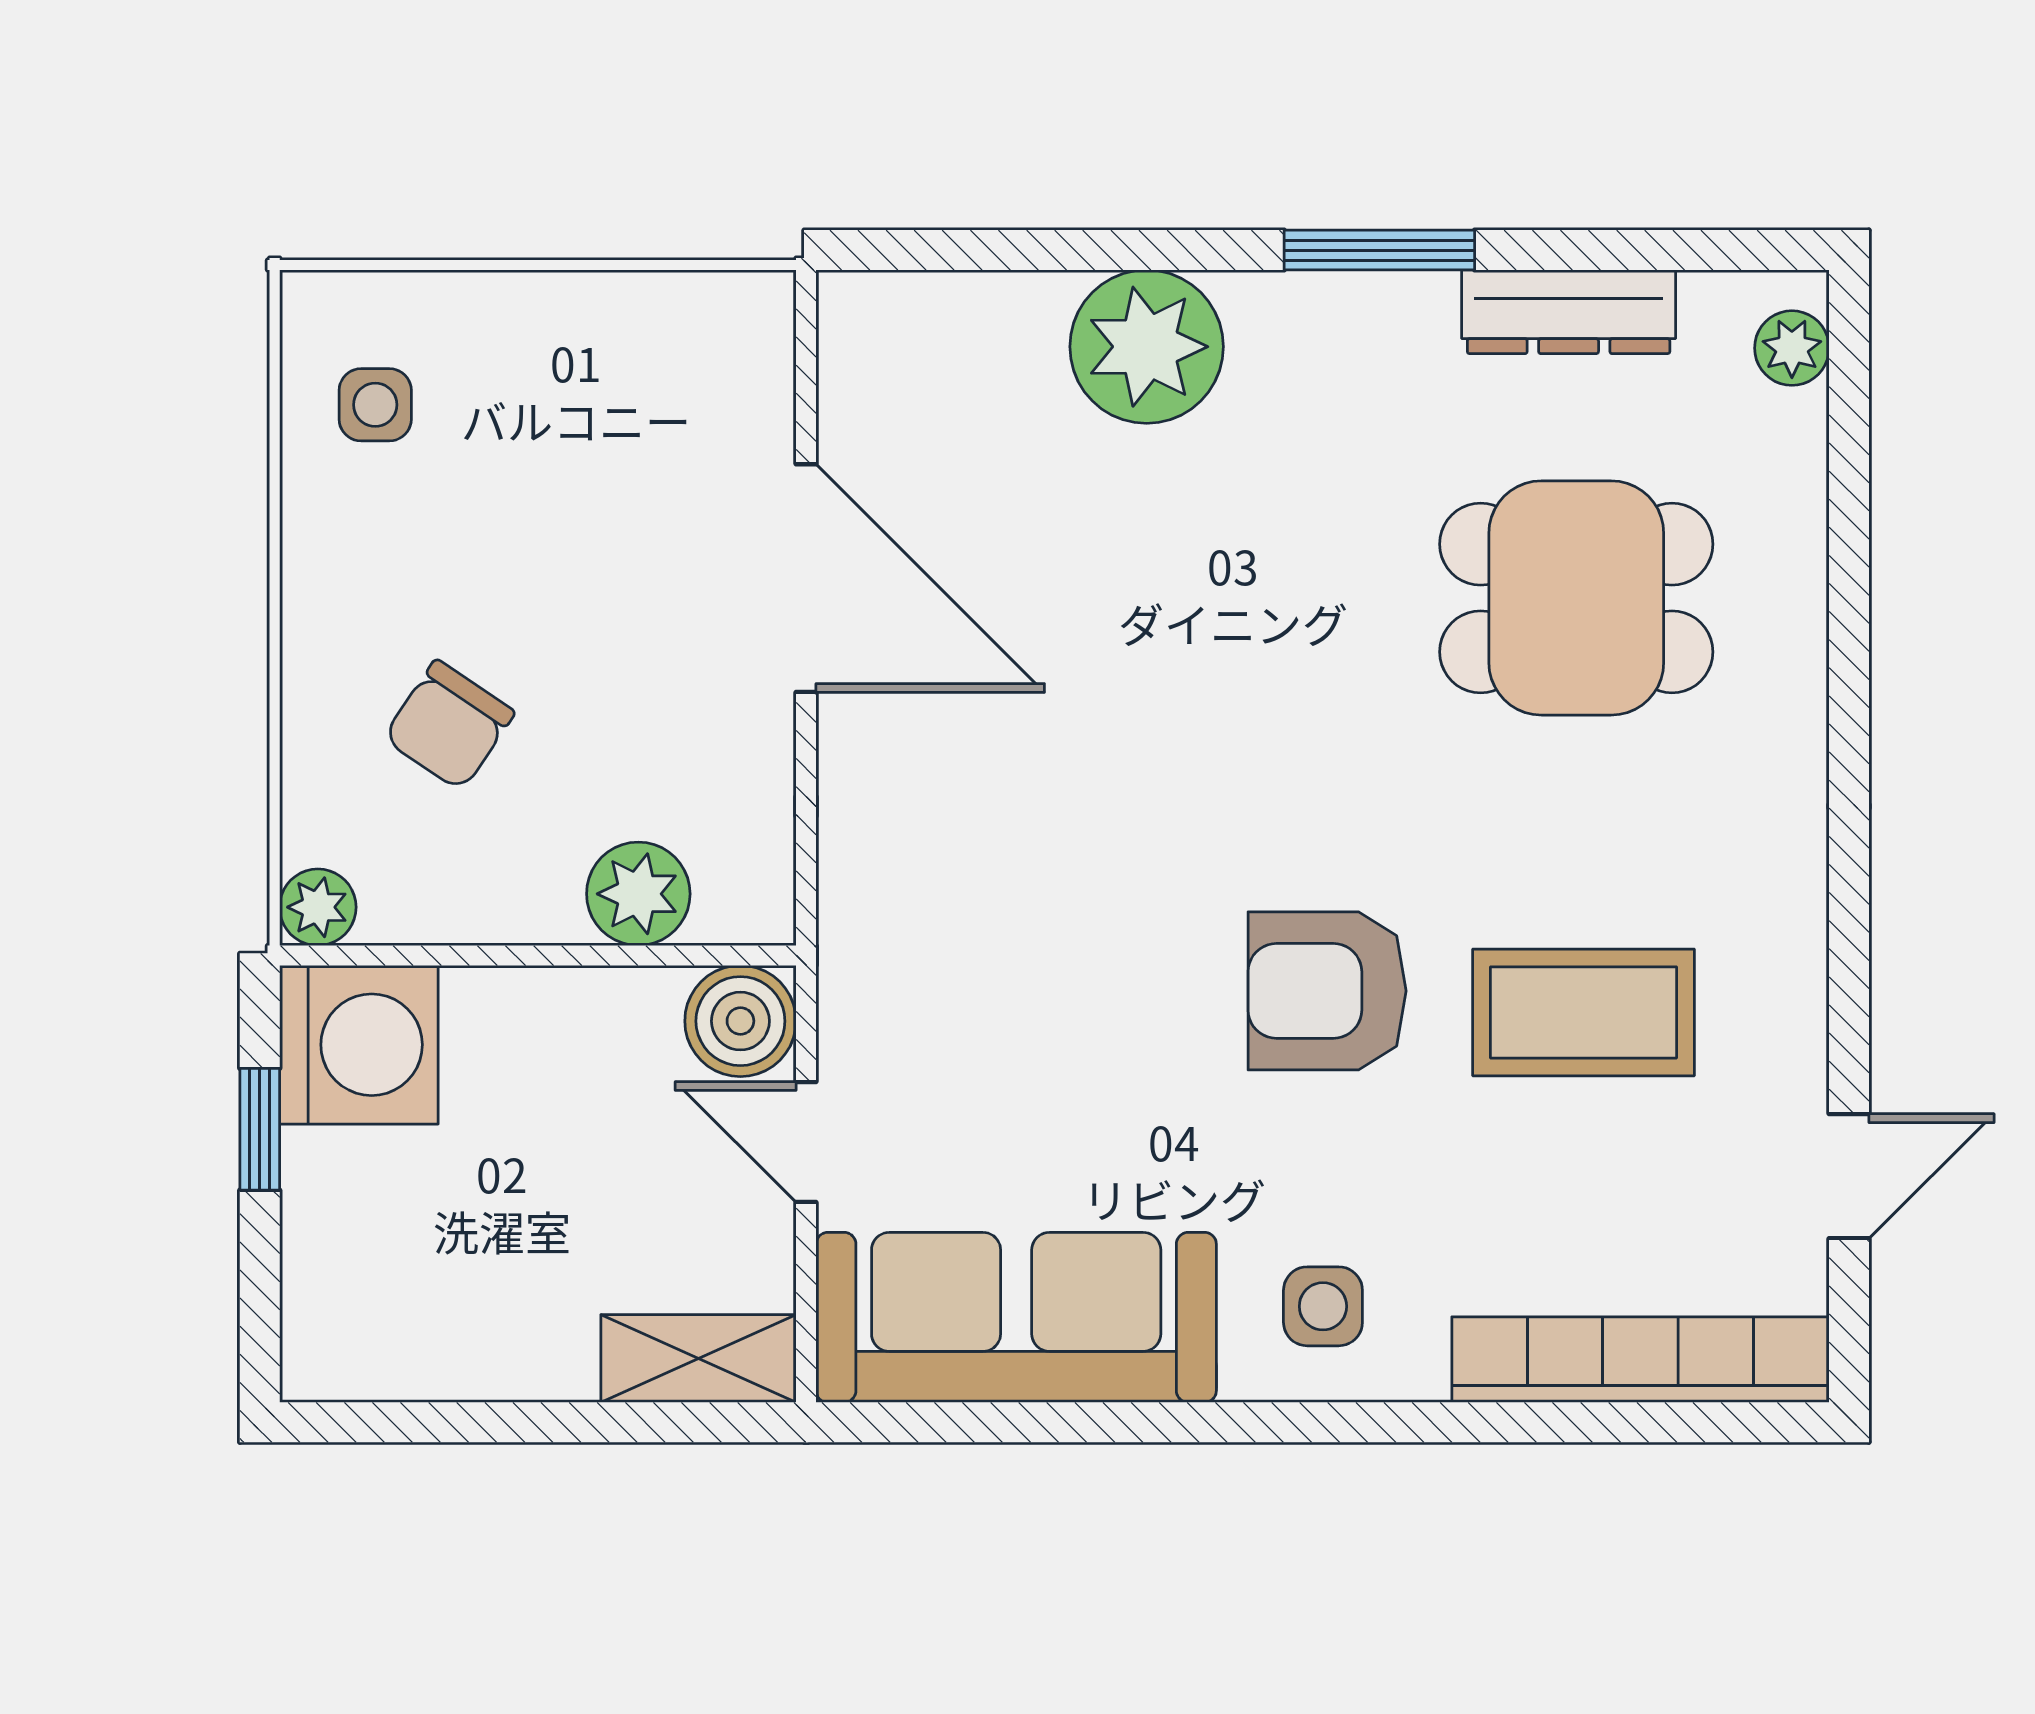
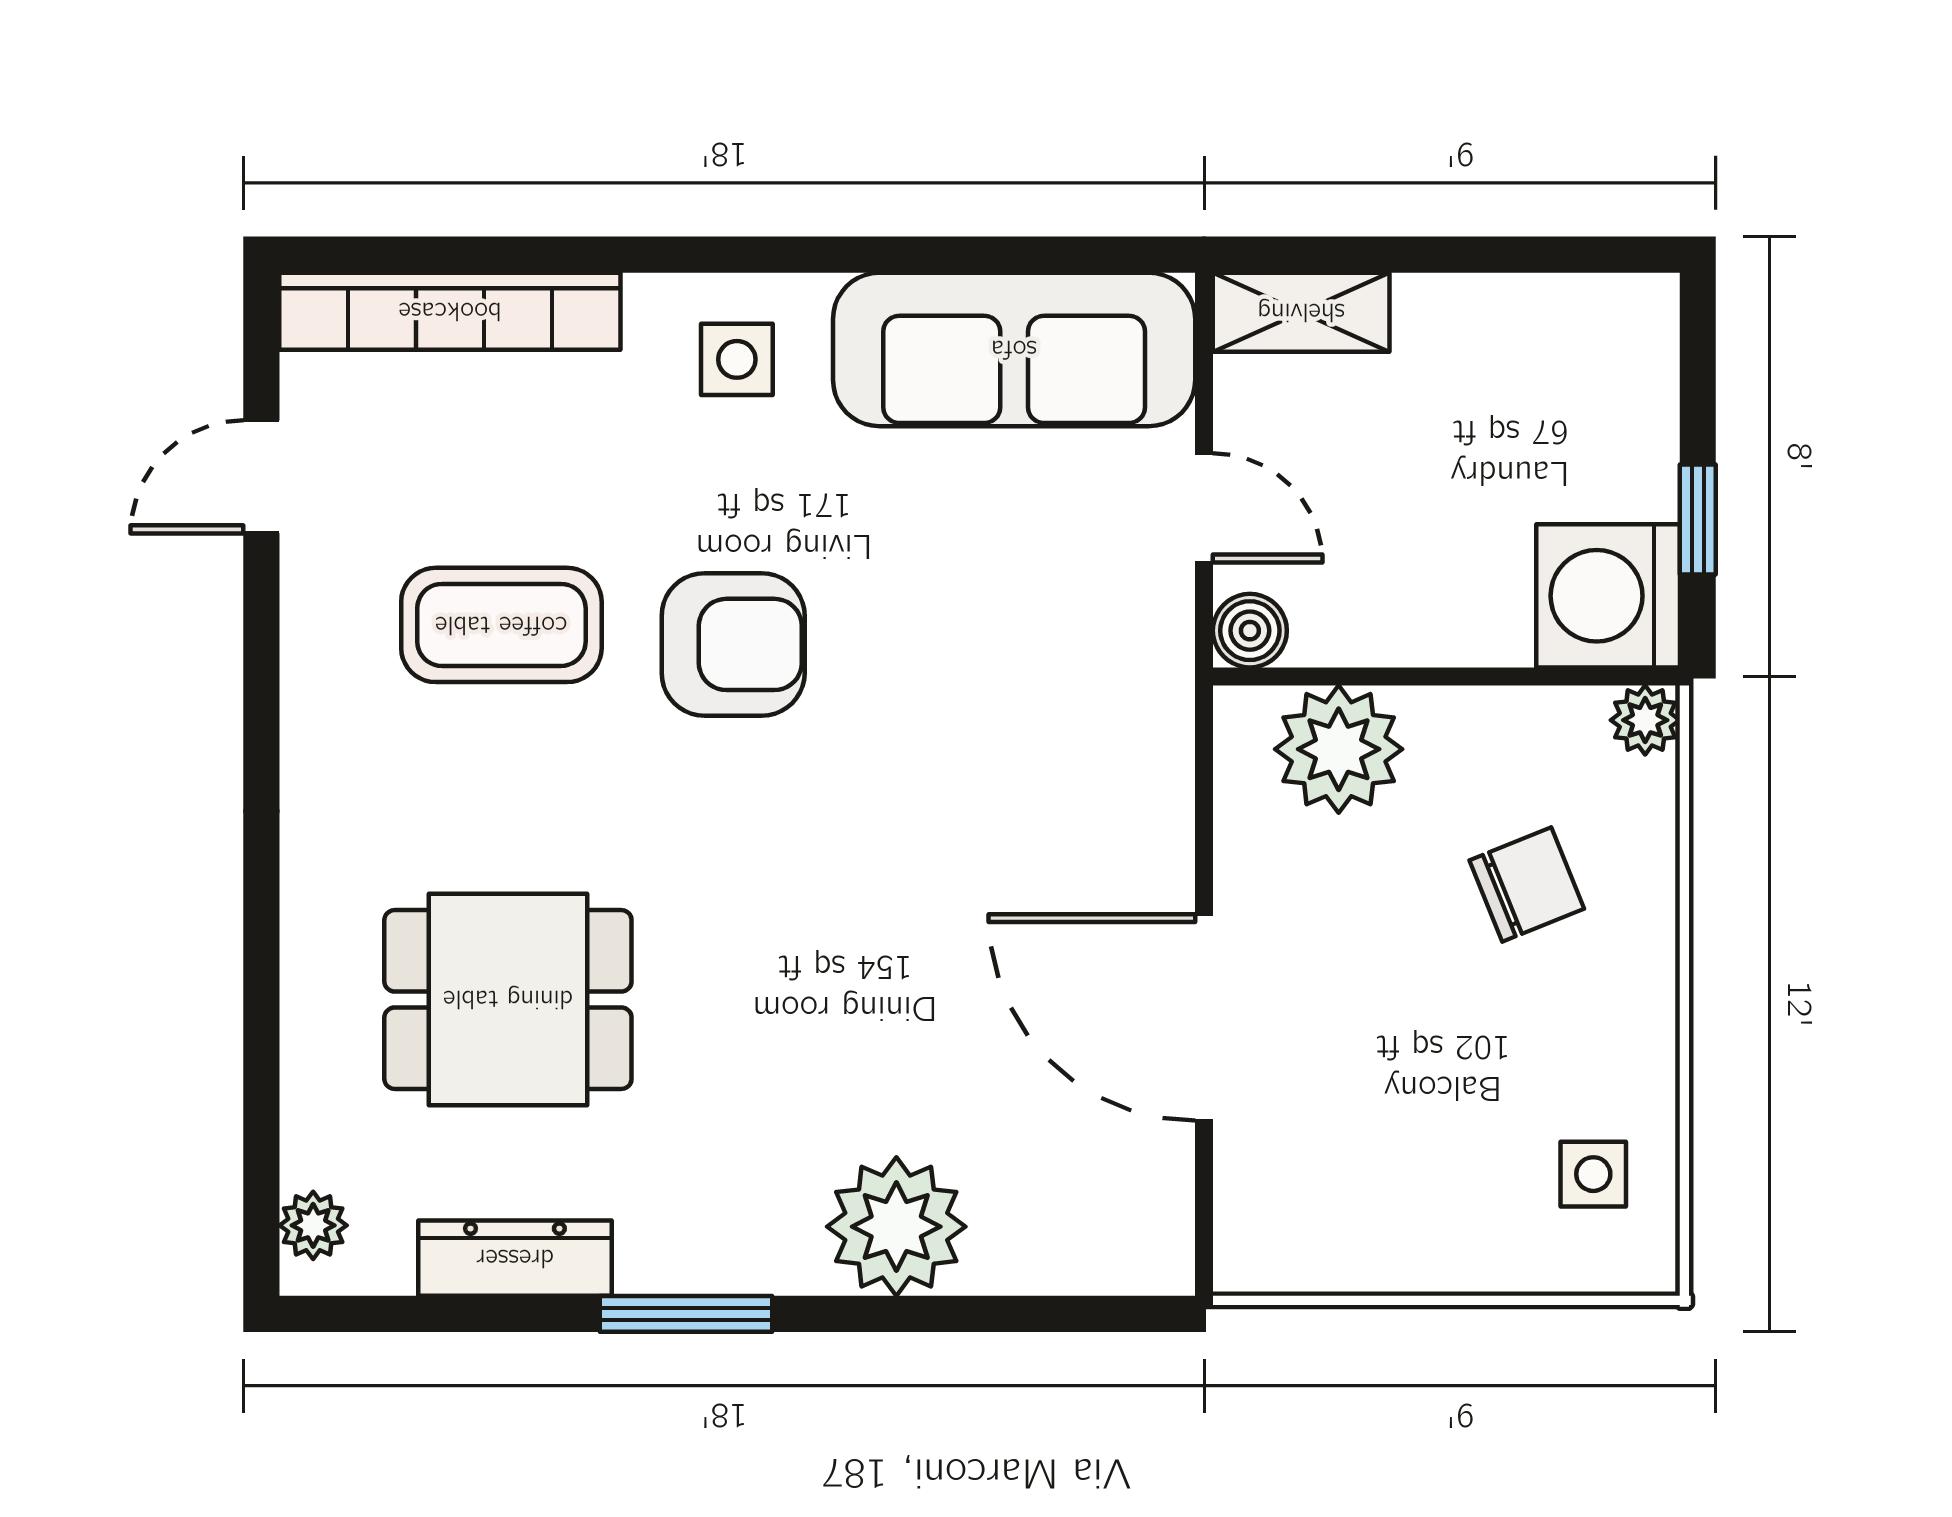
chair: (449, 725) -> (1527, 884), turned 34
plant: (638, 894) -> (1339, 749), width x1.36, depth x1.36
boiler: (740, 1021) -> (1250, 631), width x0.73, depth x0.73

